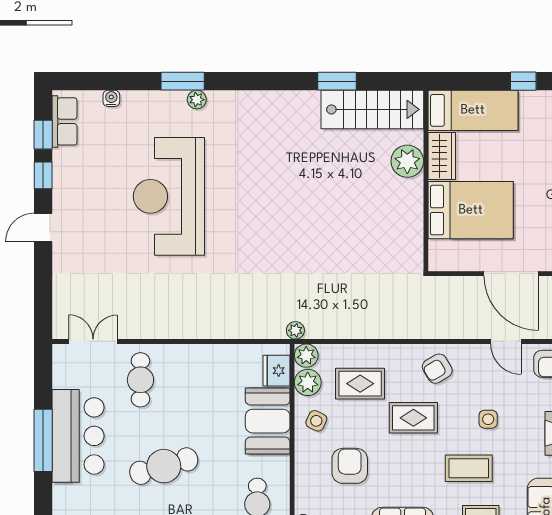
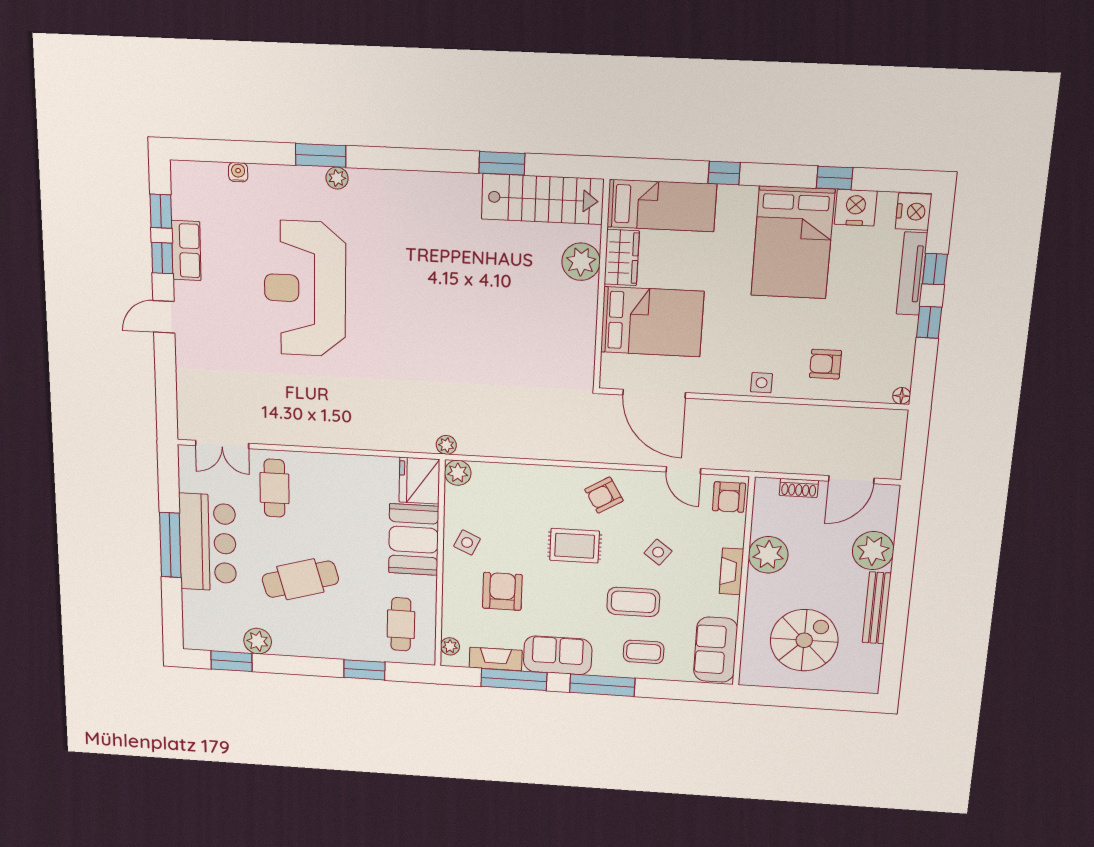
row of seats: (65, 121) -> (186, 251), moved
door: (511, 274) -> (654, 394), moved
double door: (93, 341) -> (222, 444), swing flipped
fridge: (277, 371) -> (419, 481), width x1.36, depth x1.34
plant: (308, 382) -> (459, 502), removed
rug: (360, 384) -> (517, 506), removed
side table: (488, 419) -> (658, 552), turned 37

